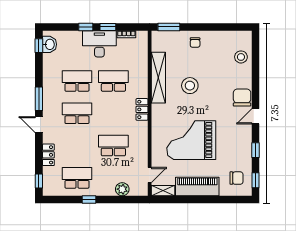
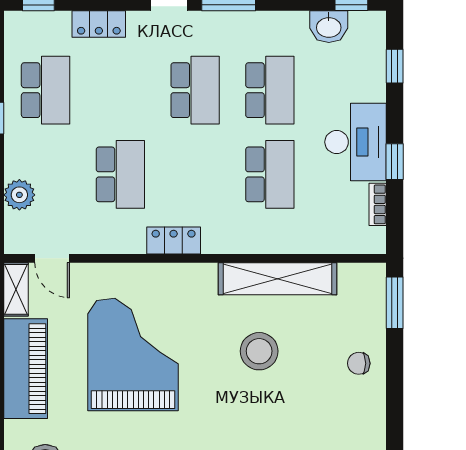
window: (86, 27) -> (395, 66), moved
washbasin: (49, 44) -> (329, 27), moved
locker: (142, 109) -> (174, 240), moved

